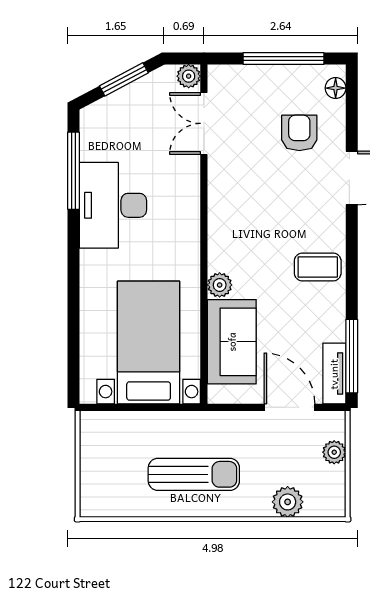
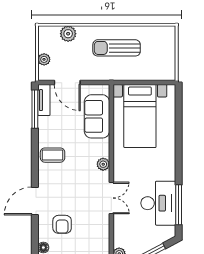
double door: (204, 123) -> (111, 198), moved
desk: (113, 205) -> (158, 203), moved
plant: (220, 285) -> (103, 164), moved

